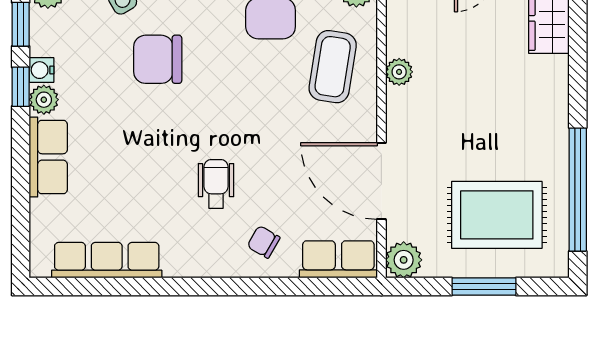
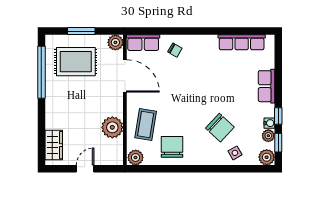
chair: (158, 59) -> (220, 128), turned 43
plant: (399, 72) -> (112, 127), width x1.87, depth x1.87
plant: (44, 100) -> (268, 136), moved
wheelchair: (216, 184) -> (195, 75), removed

